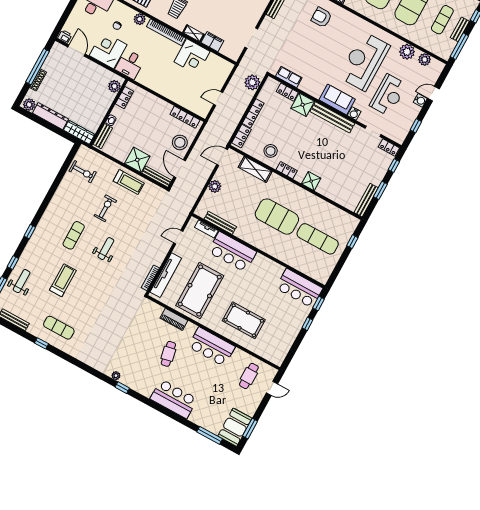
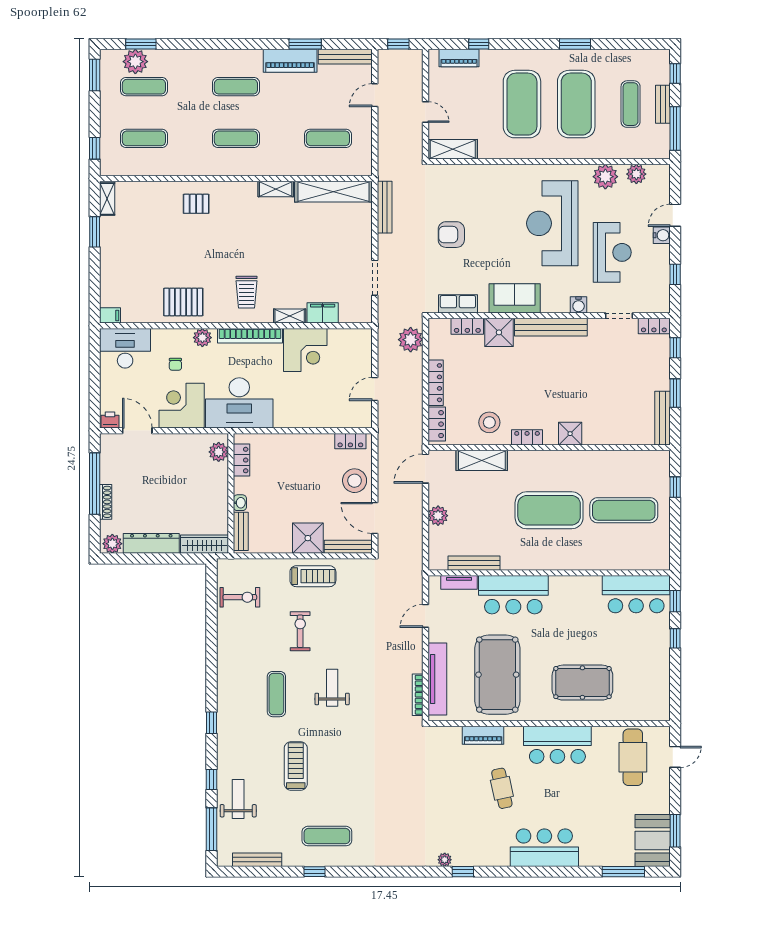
armchair: (321, 17) -> (451, 235), moved
desk: (130, 64) -> (239, 403), width x1.87, depth x1.30
sofa: (337, 100) -> (515, 298), moved
locker: (185, 117) -> (350, 441), width x0.66
cafe table: (249, 376) -> (633, 757), width x1.37, depth x1.35

